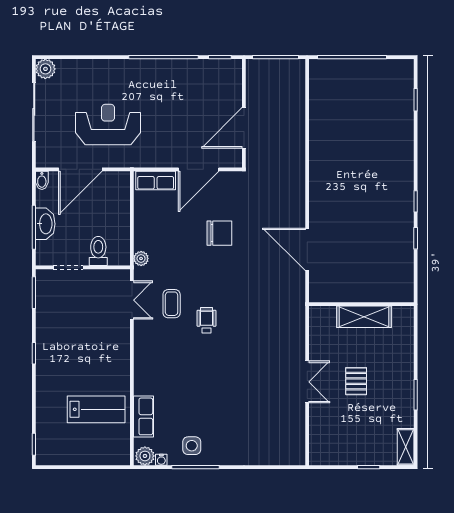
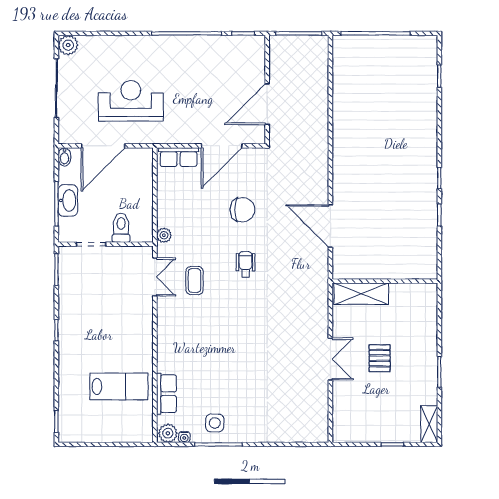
shelving: (364, 317) -> (361, 294), moved
wheelchair: (207, 320) -> (246, 264), moved

